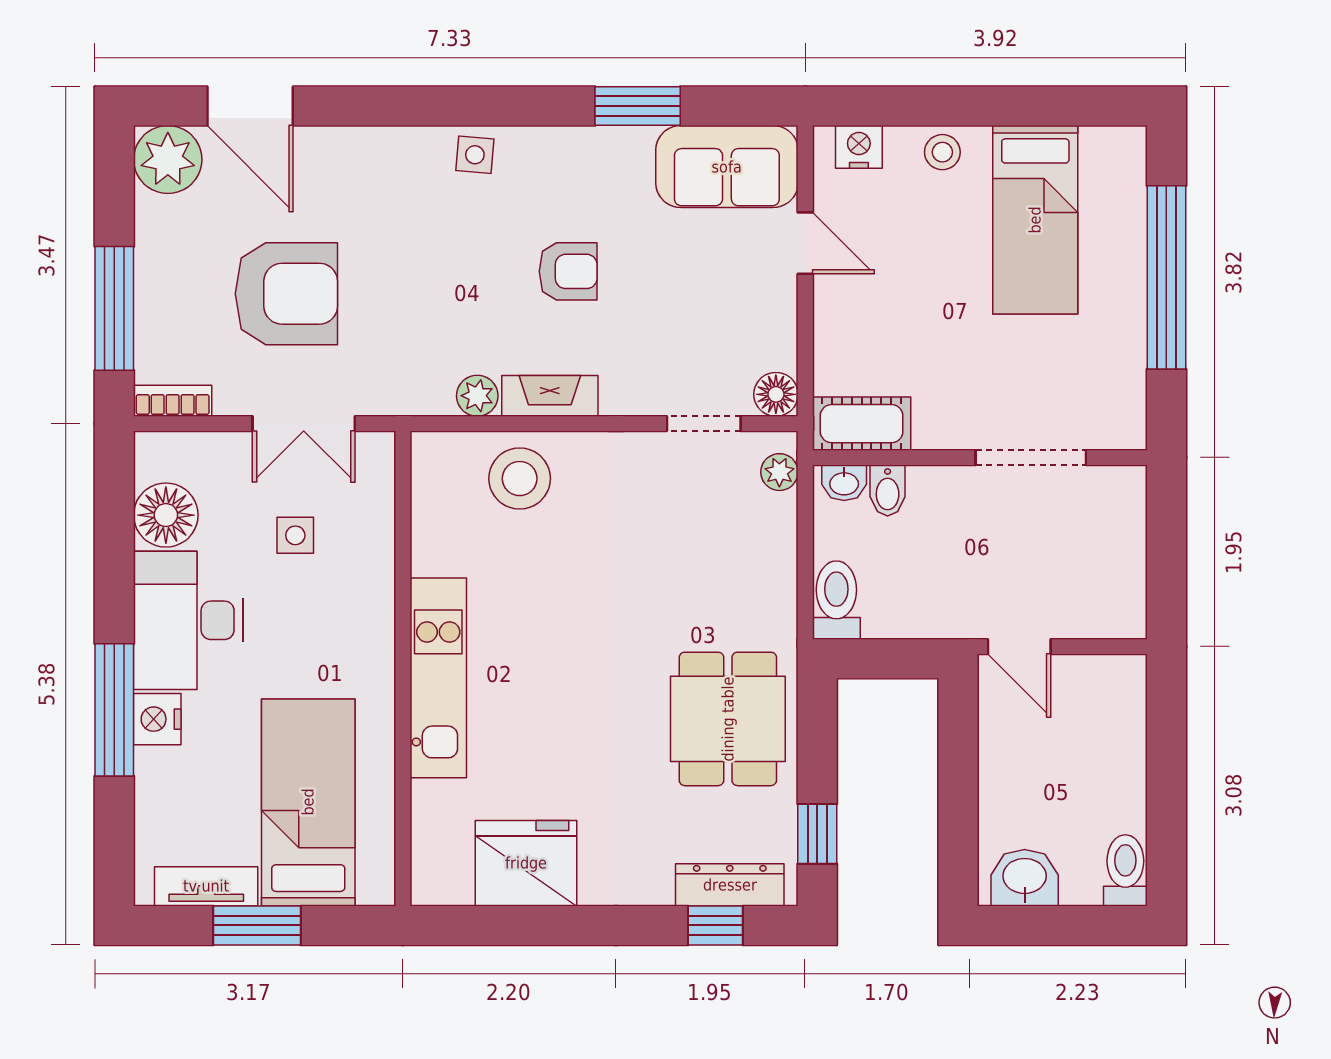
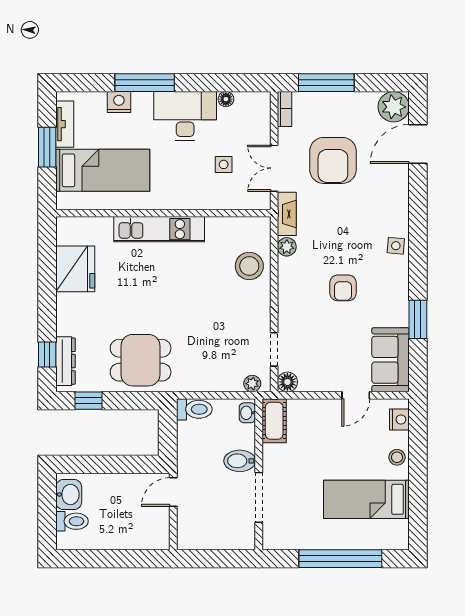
fireplace: (550, 396) -> (287, 214), moved
bidet: (888, 490) -> (240, 461), moved, width x1.38, depth x1.36
floor lamp: (166, 515) -> (226, 99), width x0.53, depth x0.53
nightstand: (157, 719) -> (119, 102), moved
toilet: (1125, 870) -> (72, 521), moved

